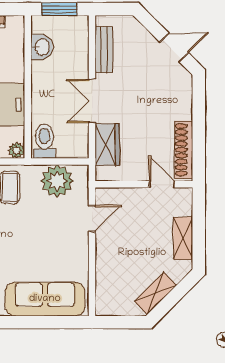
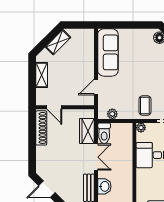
washbasin: (42, 47) -> (104, 186), moved, turned 180
toilet: (44, 141) -> (104, 133), moved
plant: (57, 181) -> (112, 114), width x0.53, depth x0.53
sofa: (45, 299) -> (108, 52), moved, turned -90

